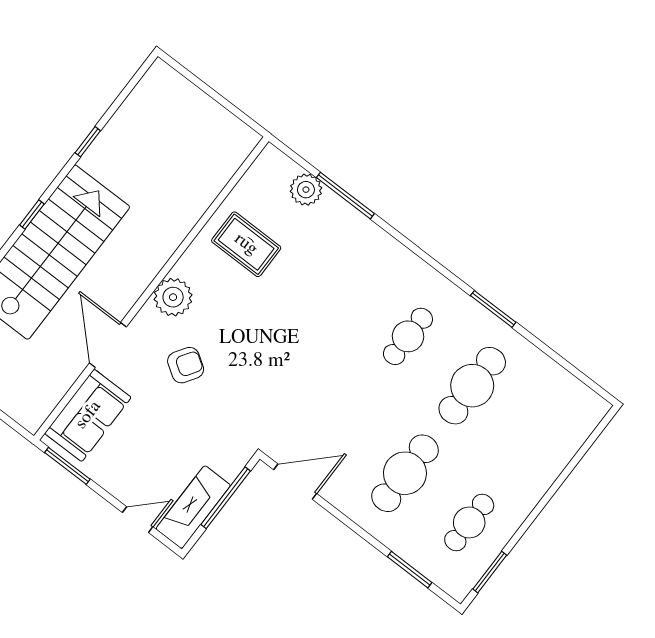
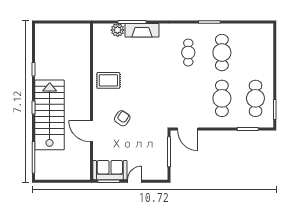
rug: (246, 244) -> (108, 80), moved
plant: (173, 297) -> (101, 99), removed
sofa: (88, 415) -> (110, 170), moved, turned -90
door: (295, 482) -> (188, 129), swing flipped
fireplace: (193, 507) -> (142, 30), moved, turned -90
door: (138, 520) -> (135, 181), moved
cafe table: (469, 523) -> (255, 98), width x1.37, depth x1.35

